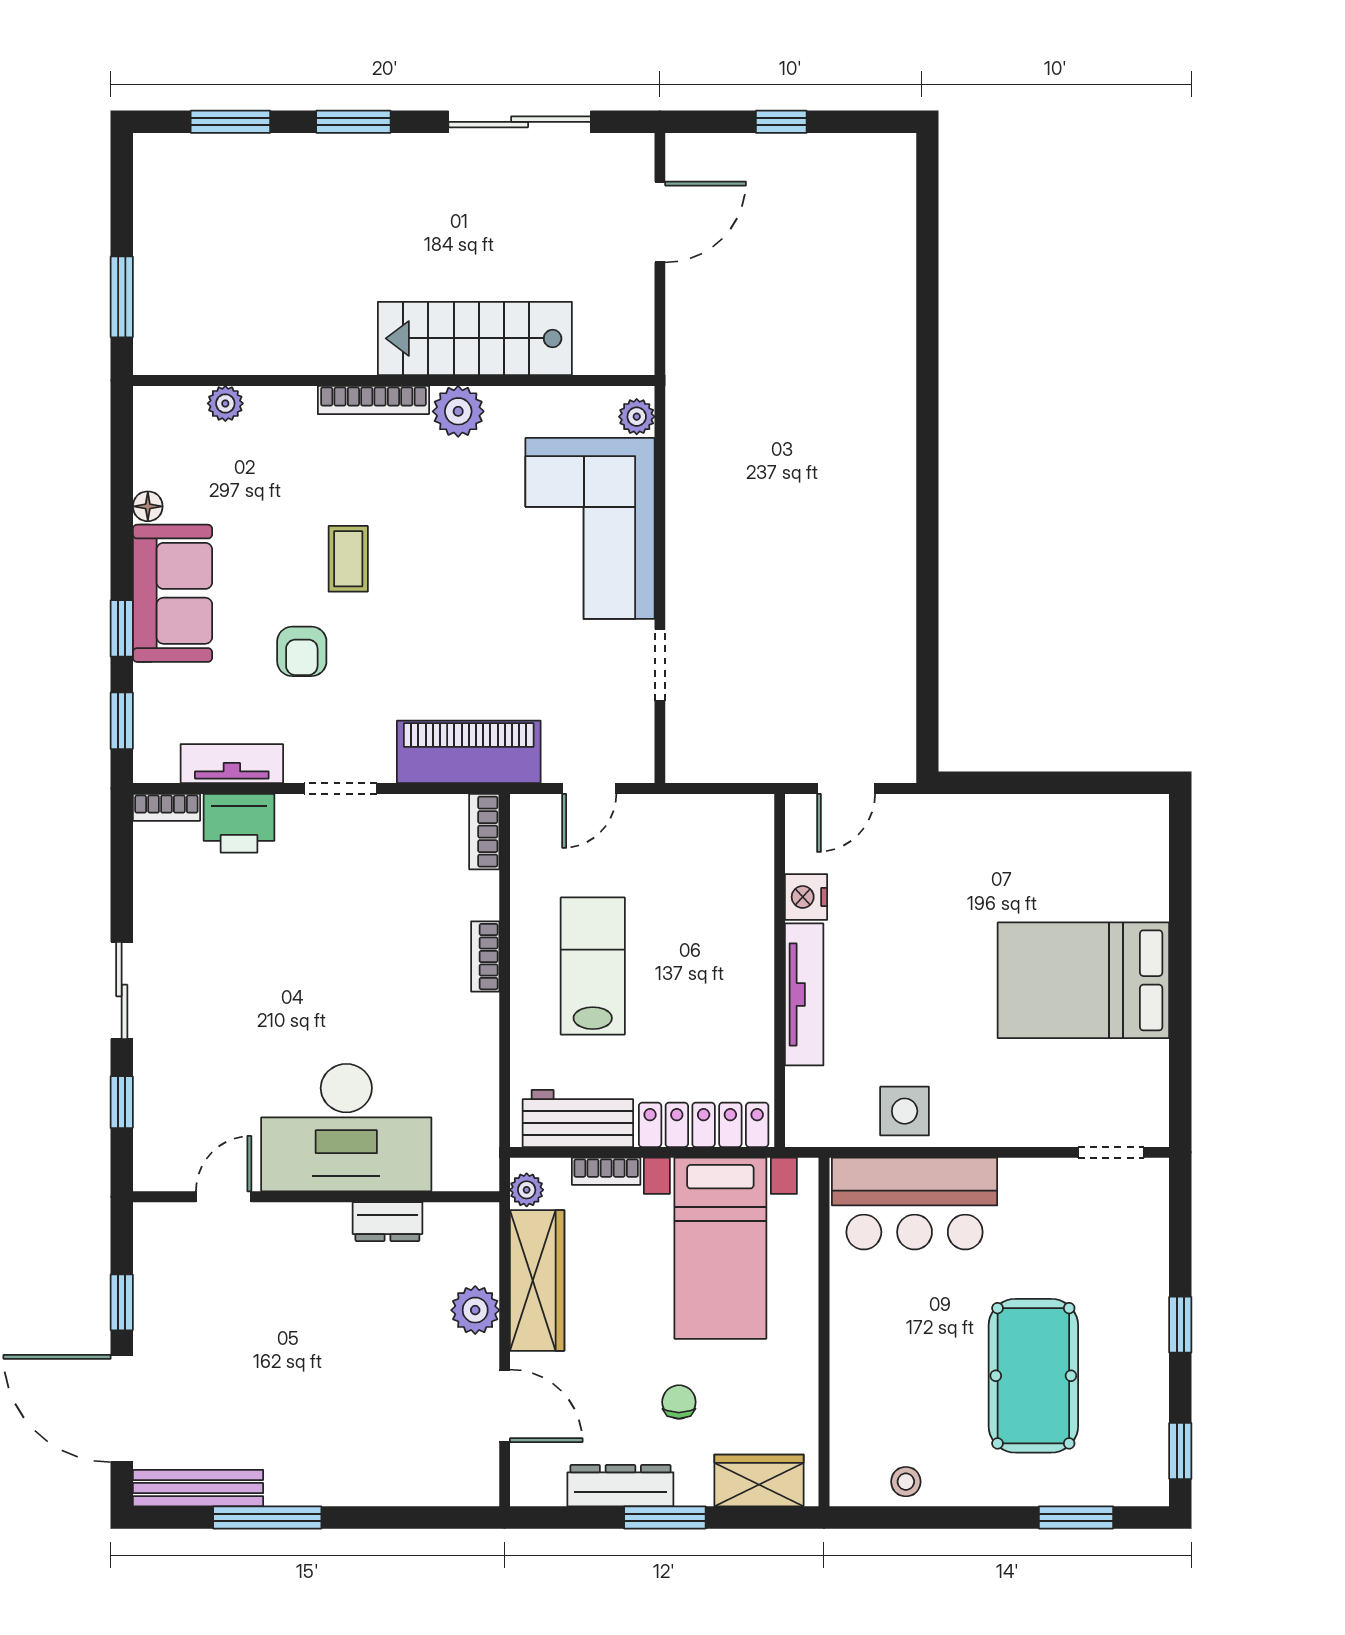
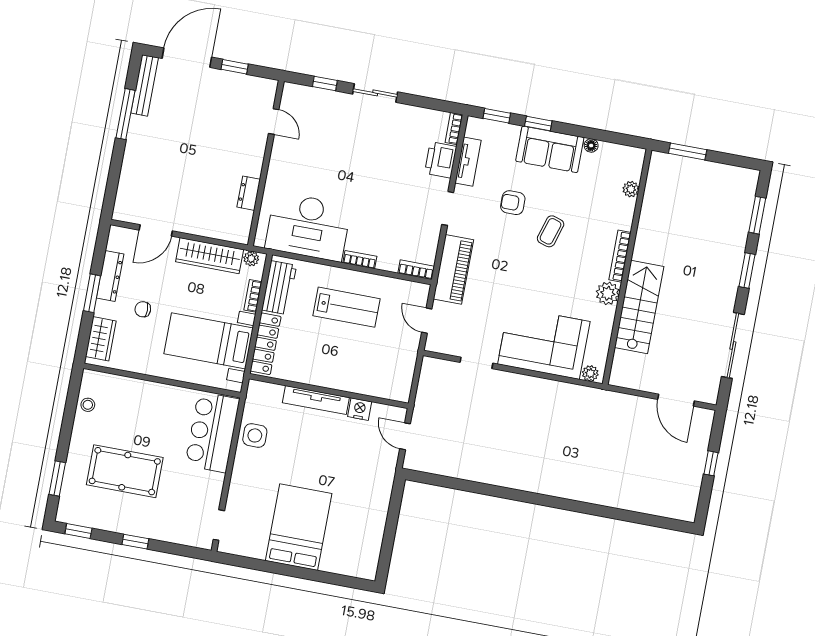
coffee table: (348, 559) -> (551, 231), turned -73
desk: (346, 1128) -> (308, 227), moved, turned -90
plant: (475, 1310) -> (201, 225), removed
chair: (679, 1402) -> (143, 309), turned 180

